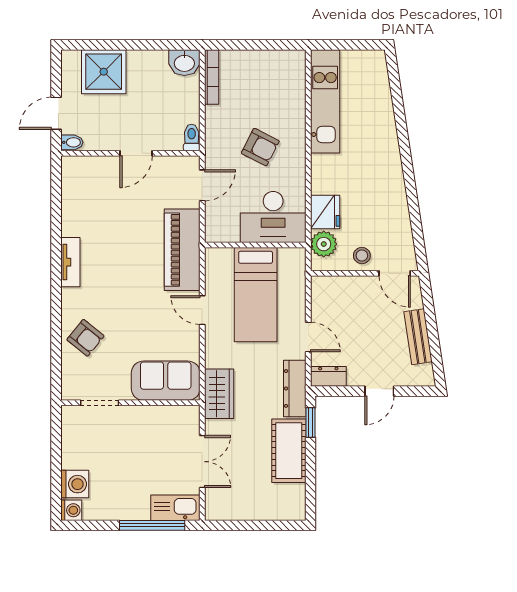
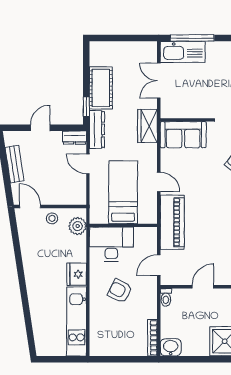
fridge: (325, 212) -> (77, 274), moved
kitchen sink: (175, 508) -> (183, 52), width x1.36, depth x1.24

